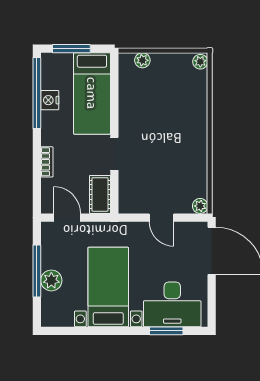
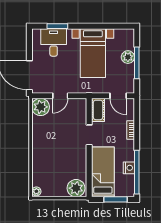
plant: (142, 60) -> (76, 188), width x1.88, depth x1.88
plant: (200, 206) -> (41, 107), width x1.88, depth x1.88
door: (161, 218) -> (60, 96), swing flipped
desk: (172, 304) -> (54, 42), width x0.73

